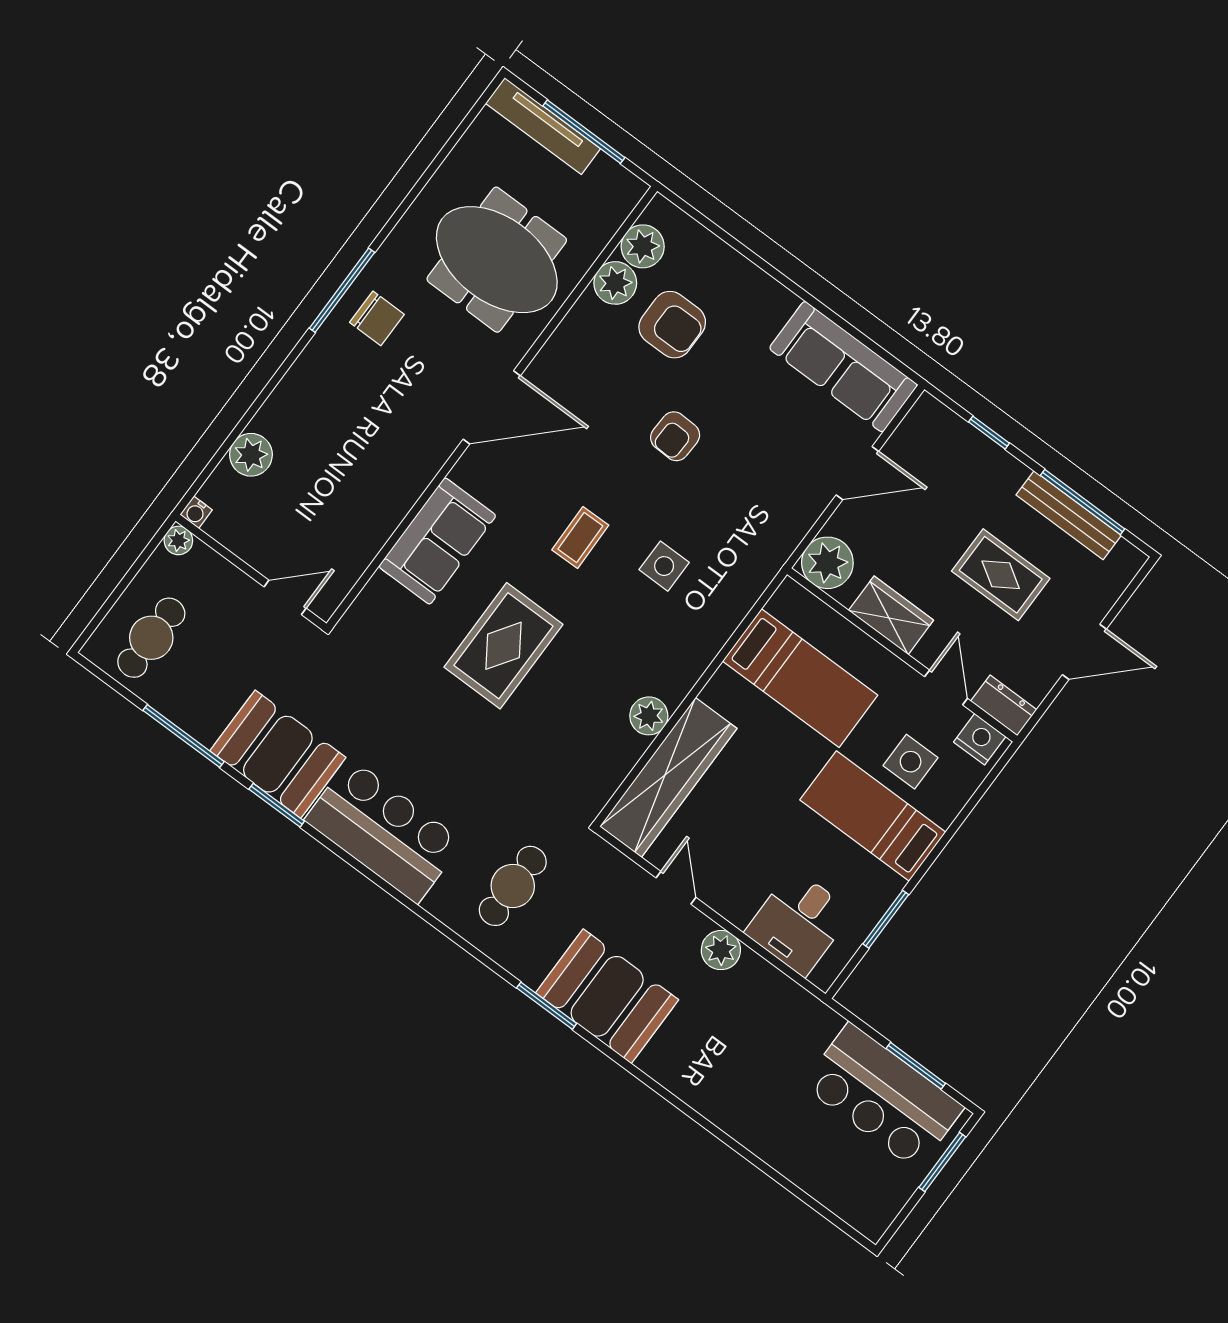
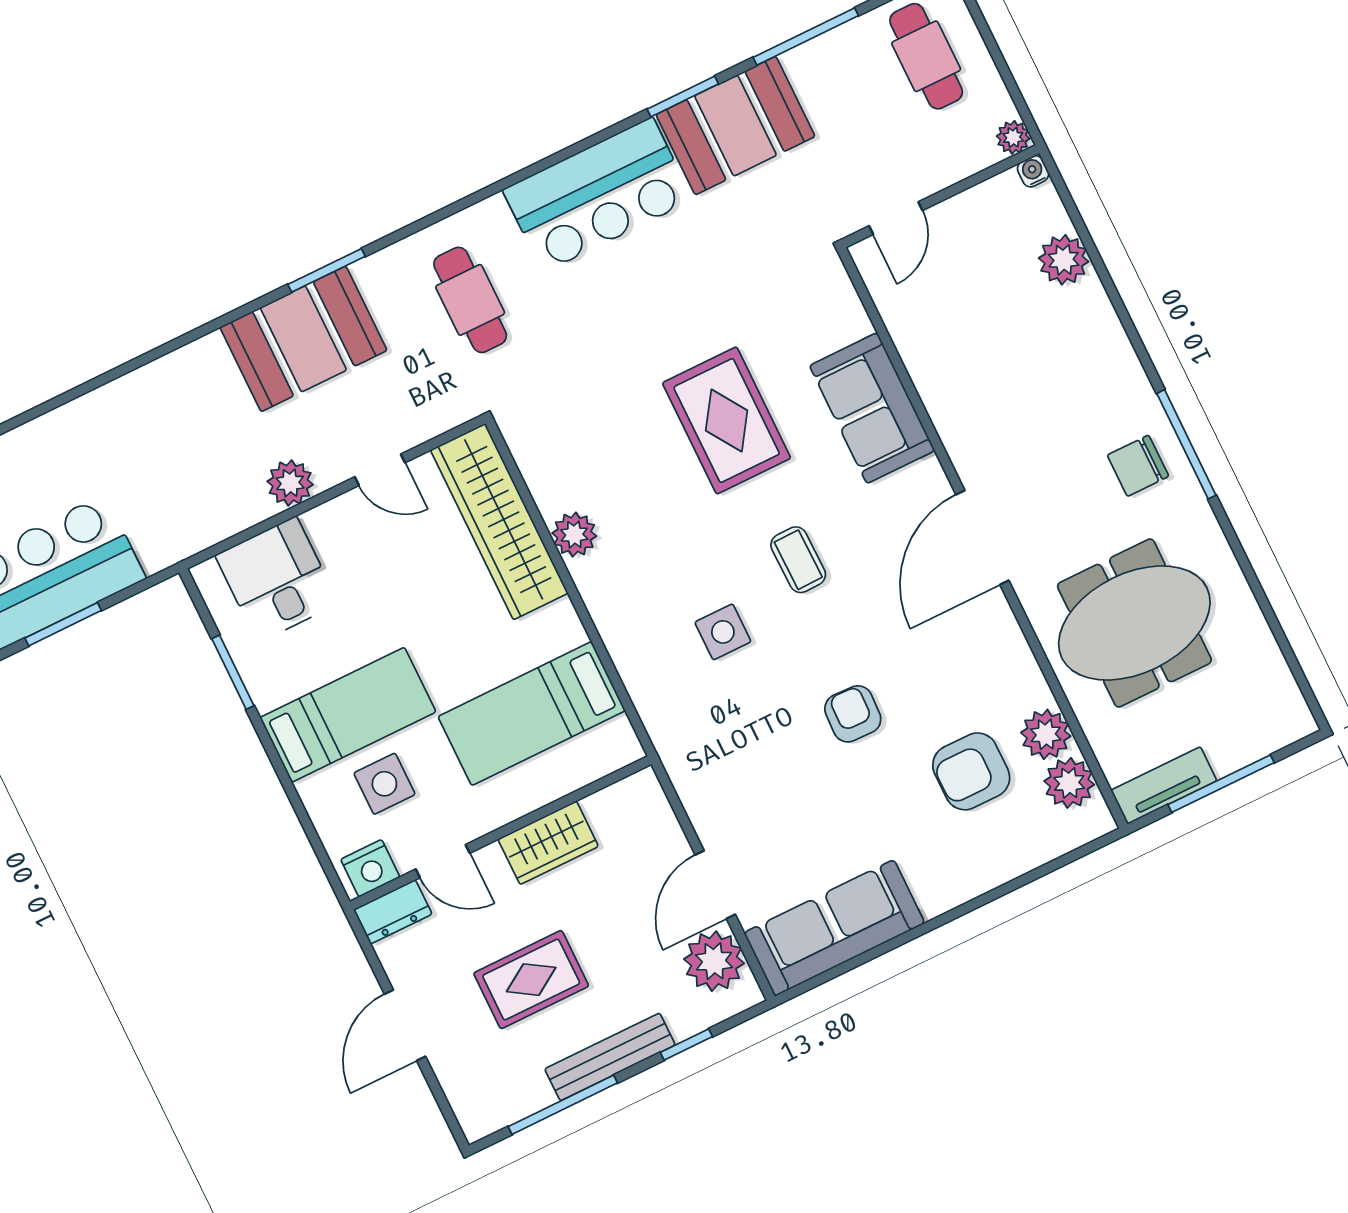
tv unit: (543, 126) -> (1164, 786), moved, width x0.71
bench: (1069, 515) -> (610, 1057), moved
plant: (827, 563) -> (714, 961), moved

